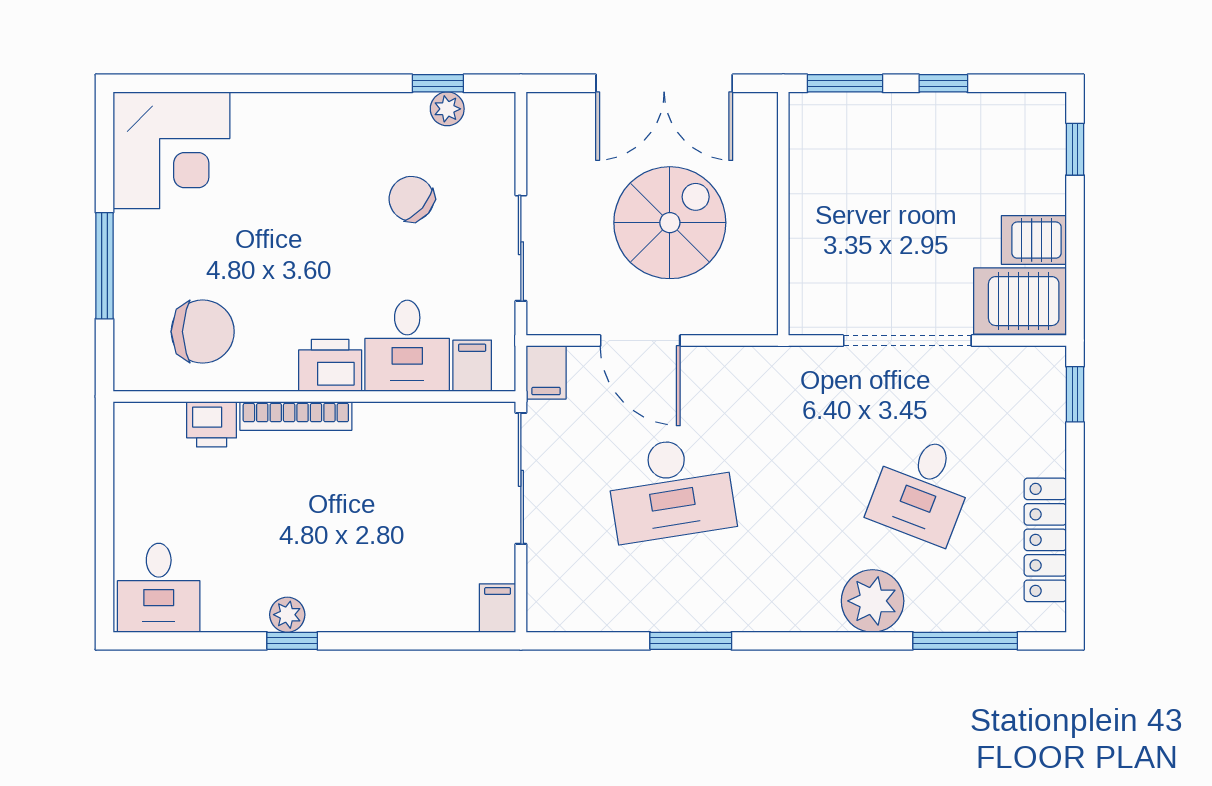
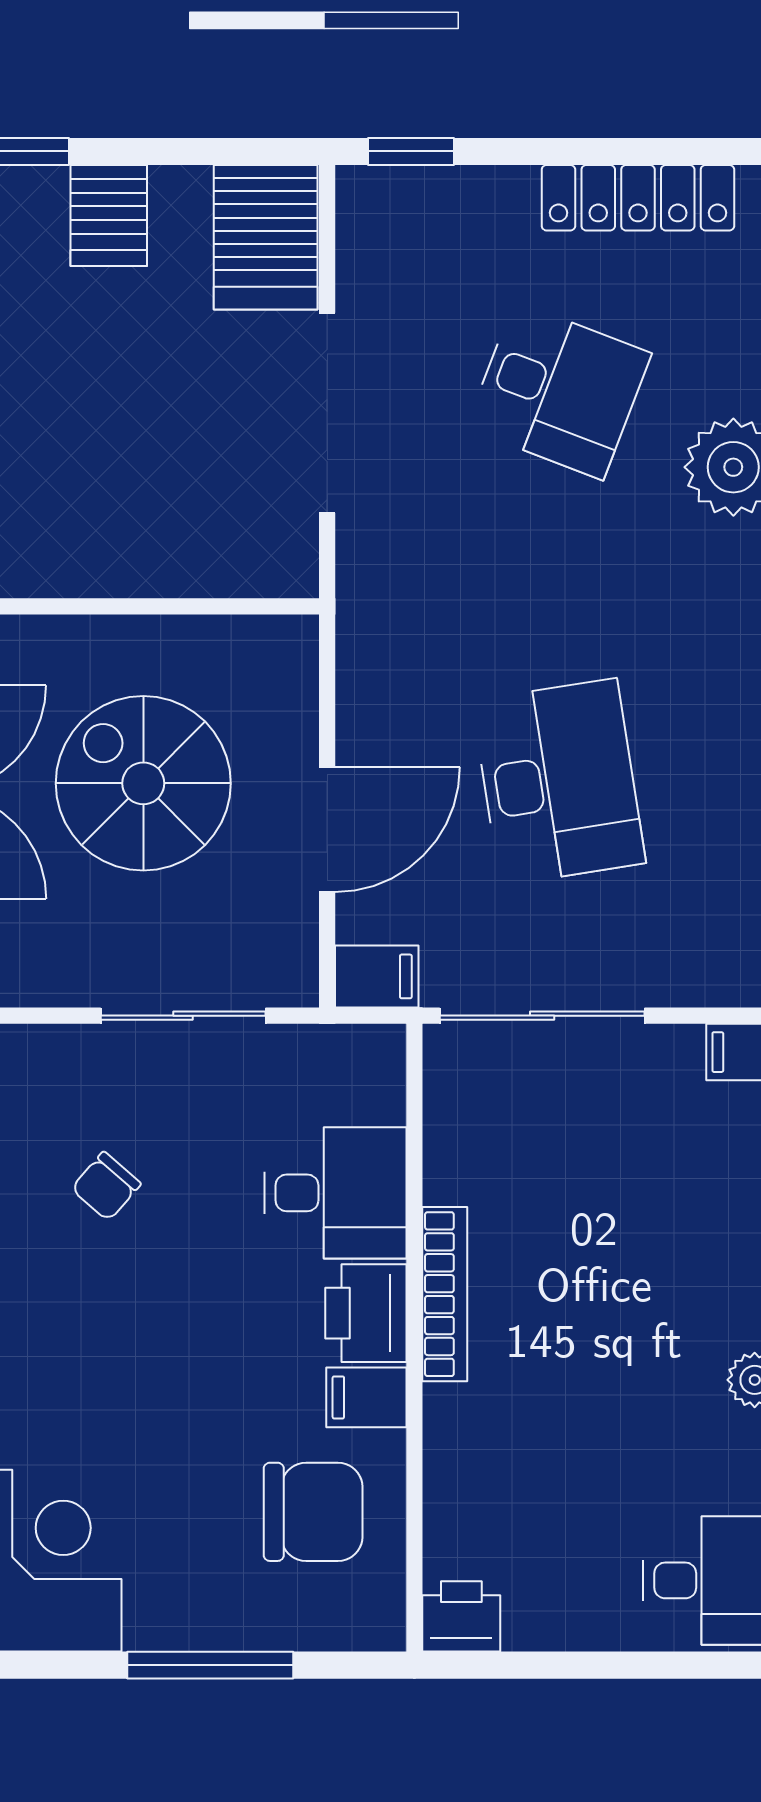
chair: (411, 199) -> (106, 1186), width x0.73, depth x0.73
server rack: (1034, 240) -> (109, 216), moved
chair: (203, 332) -> (313, 1512), turned 90
filing cabinet: (472, 366) -> (366, 1397), moved
bookcase: (296, 416) -> (445, 1294), moved
printer: (212, 424) -> (461, 1616), moved, turned -90

